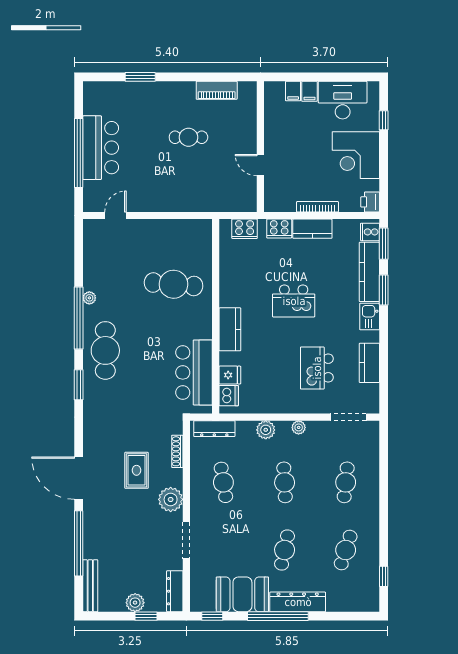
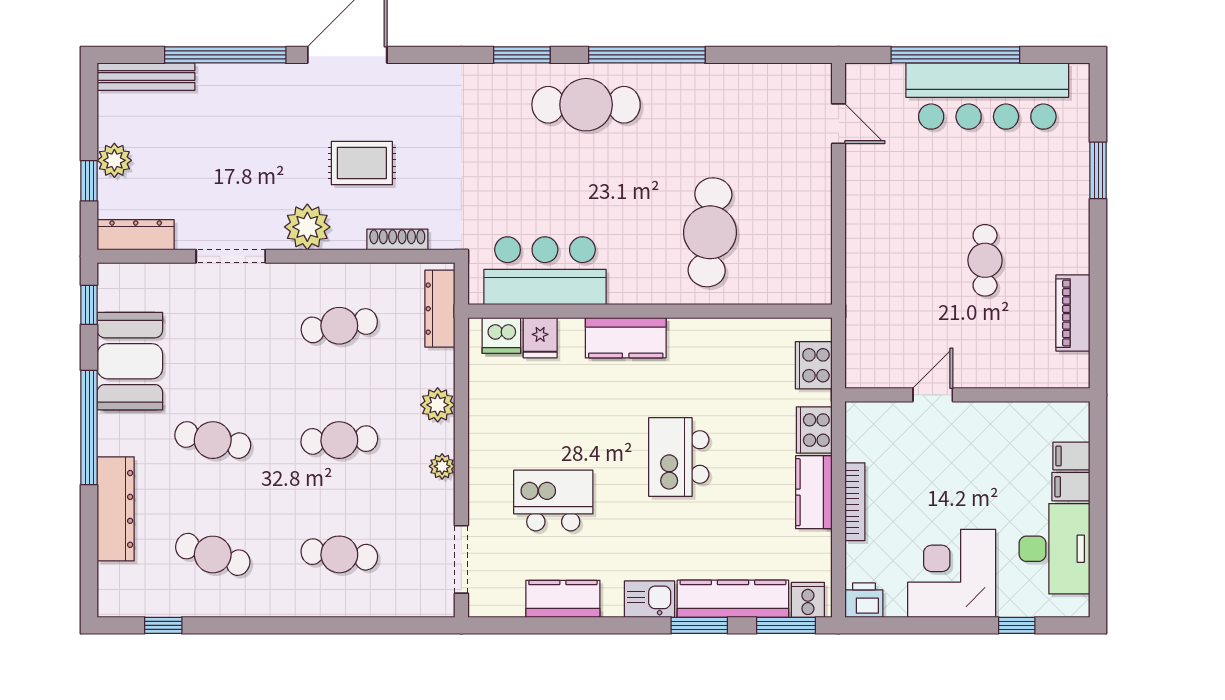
bar counter: (101, 148) -> (987, 96), width x1.36
plant: (89, 298) -> (684, 75), removed
dresser: (298, 602) -> (116, 509), moved

